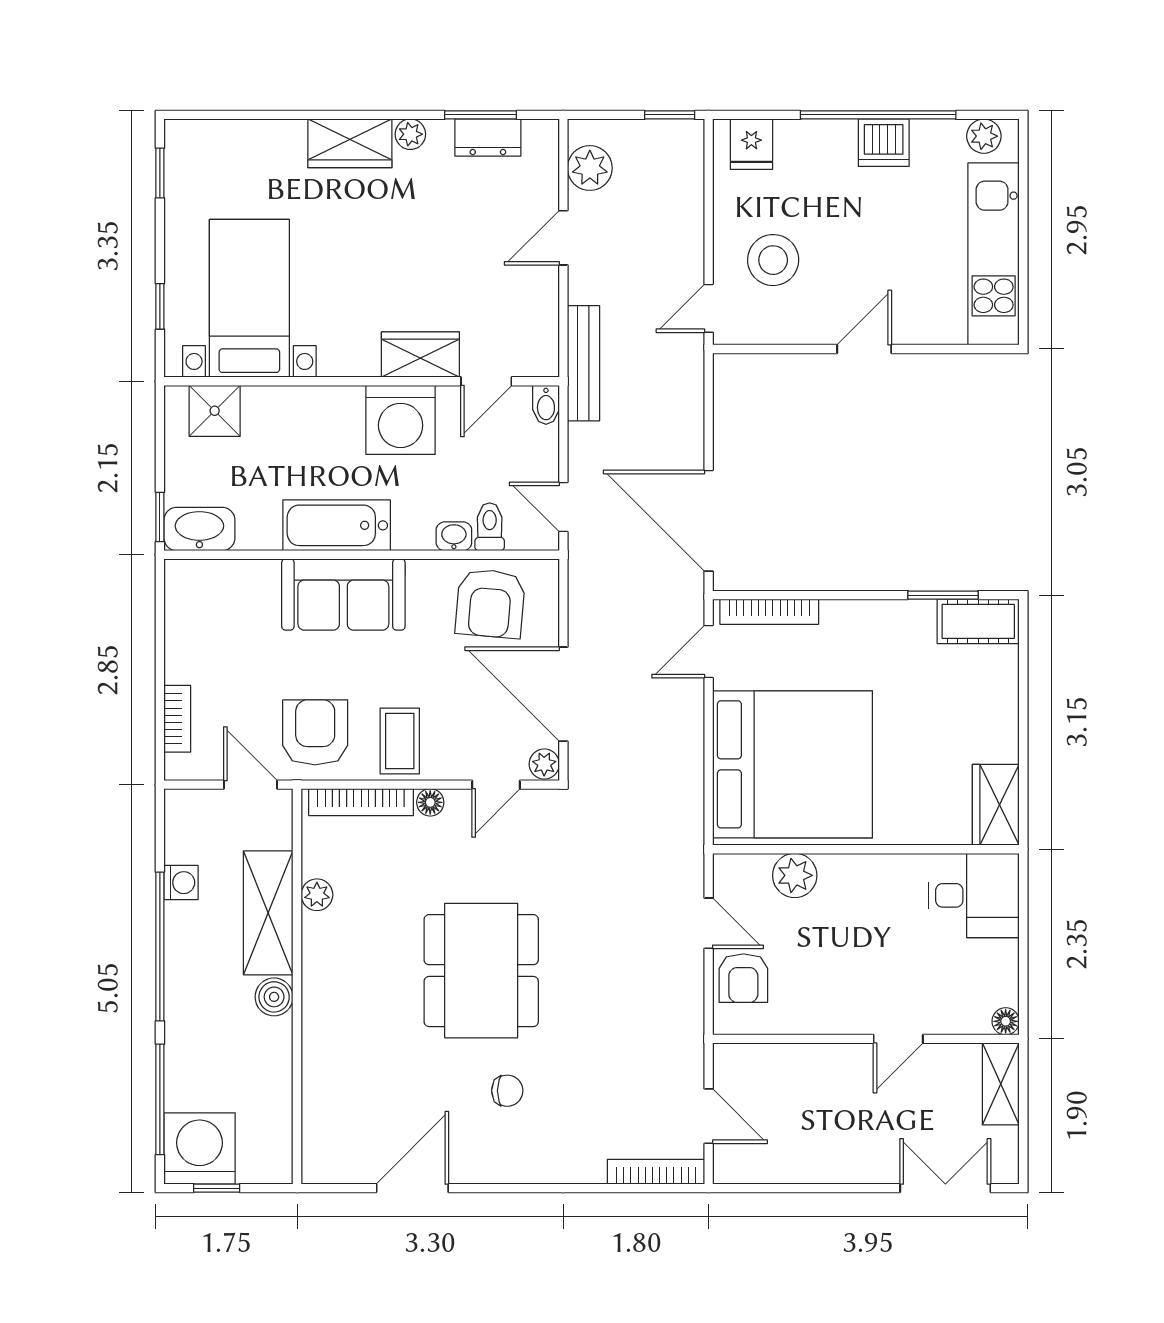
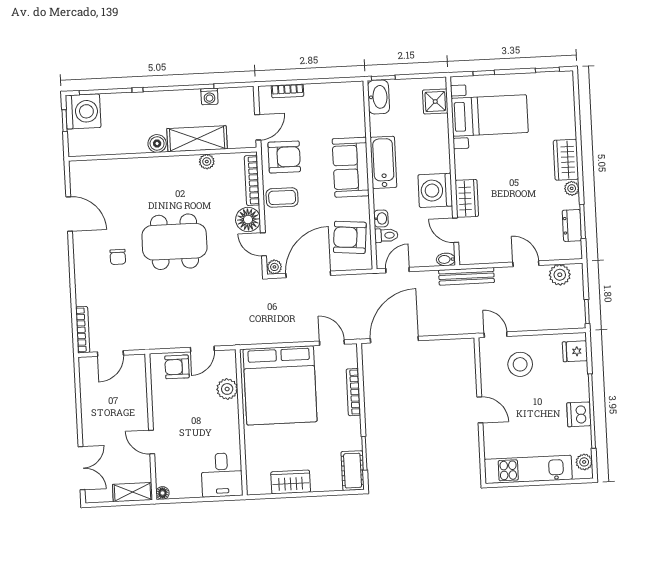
bookcase: (769, 612) -> (353, 392), moved
floor lamp: (430, 802) -> (248, 219), width x1.89, depth x1.89
wardrobe: (996, 805) -> (291, 482), moved

